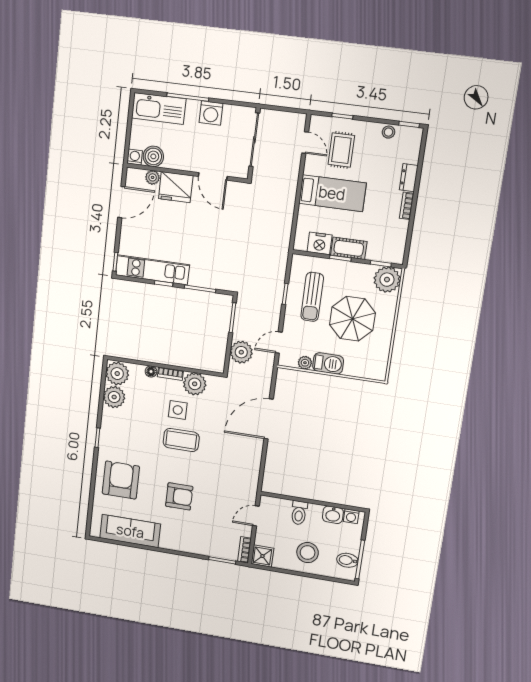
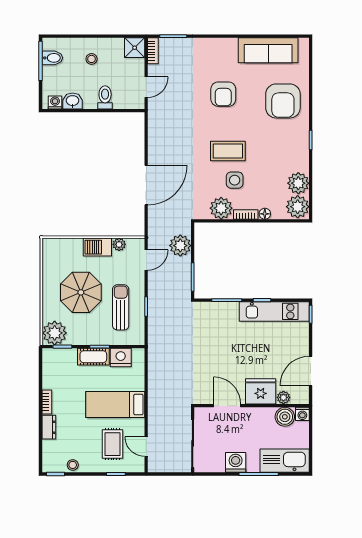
armchair: (179, 496) -> (223, 94), turned -90
stool: (308, 553) -> (92, 59), width x0.53, depth x0.53

